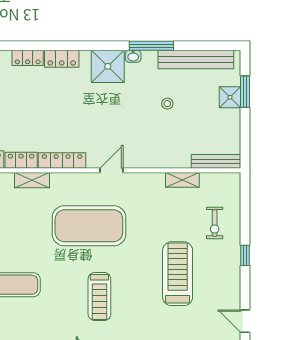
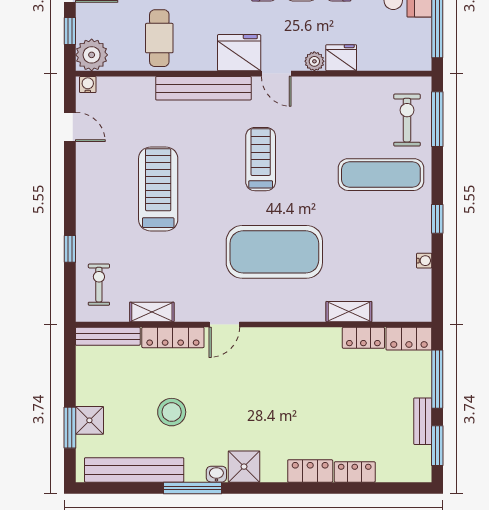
shower: (108, 66) -> (244, 467), width x0.73, depth x0.73
stool: (167, 104) -> (172, 412), width x1.89, depth x1.89
locker: (62, 160) -> (173, 337), moved
door: (111, 170) -> (224, 325), moved
exercise bike: (215, 223) -> (99, 285), moved
window: (245, 255) -> (70, 249), moved
treadmill: (178, 274) -> (158, 189), turned 180

